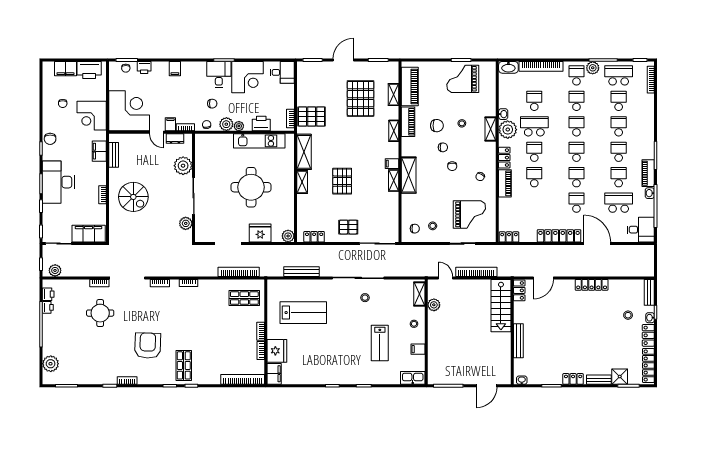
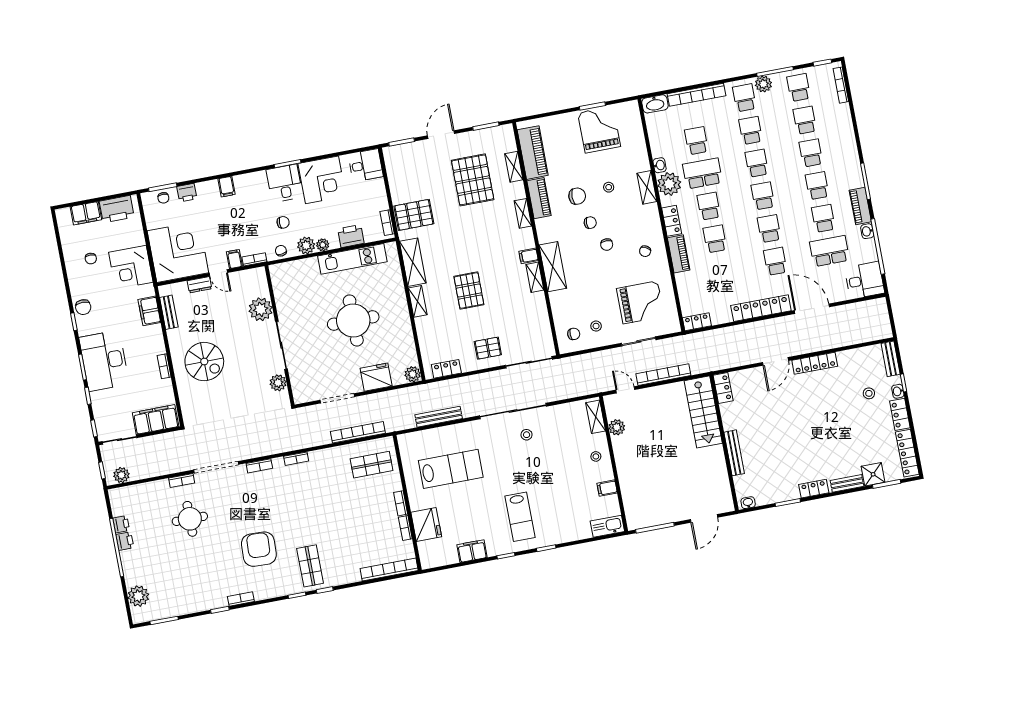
school desk: (619, 75) -> (799, 87), width x0.54
grand piano: (463, 79) -> (599, 130), turned 90
dresser: (175, 139) -> (199, 285), moved
door: (543, 278) -> (775, 361), moved
printer: (48, 294) -> (125, 541), moved
lab bench: (380, 343) -> (520, 517), moved
filing cabinet: (274, 374) -> (472, 551), moved, turned -90

